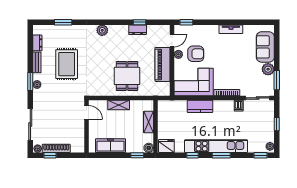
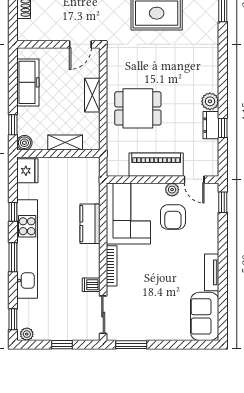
plant: (102, 30) -> (210, 101), moved
sofa: (265, 47) -> (205, 316), moved, turned -90
plant: (268, 69) -> (149, 331), removed

